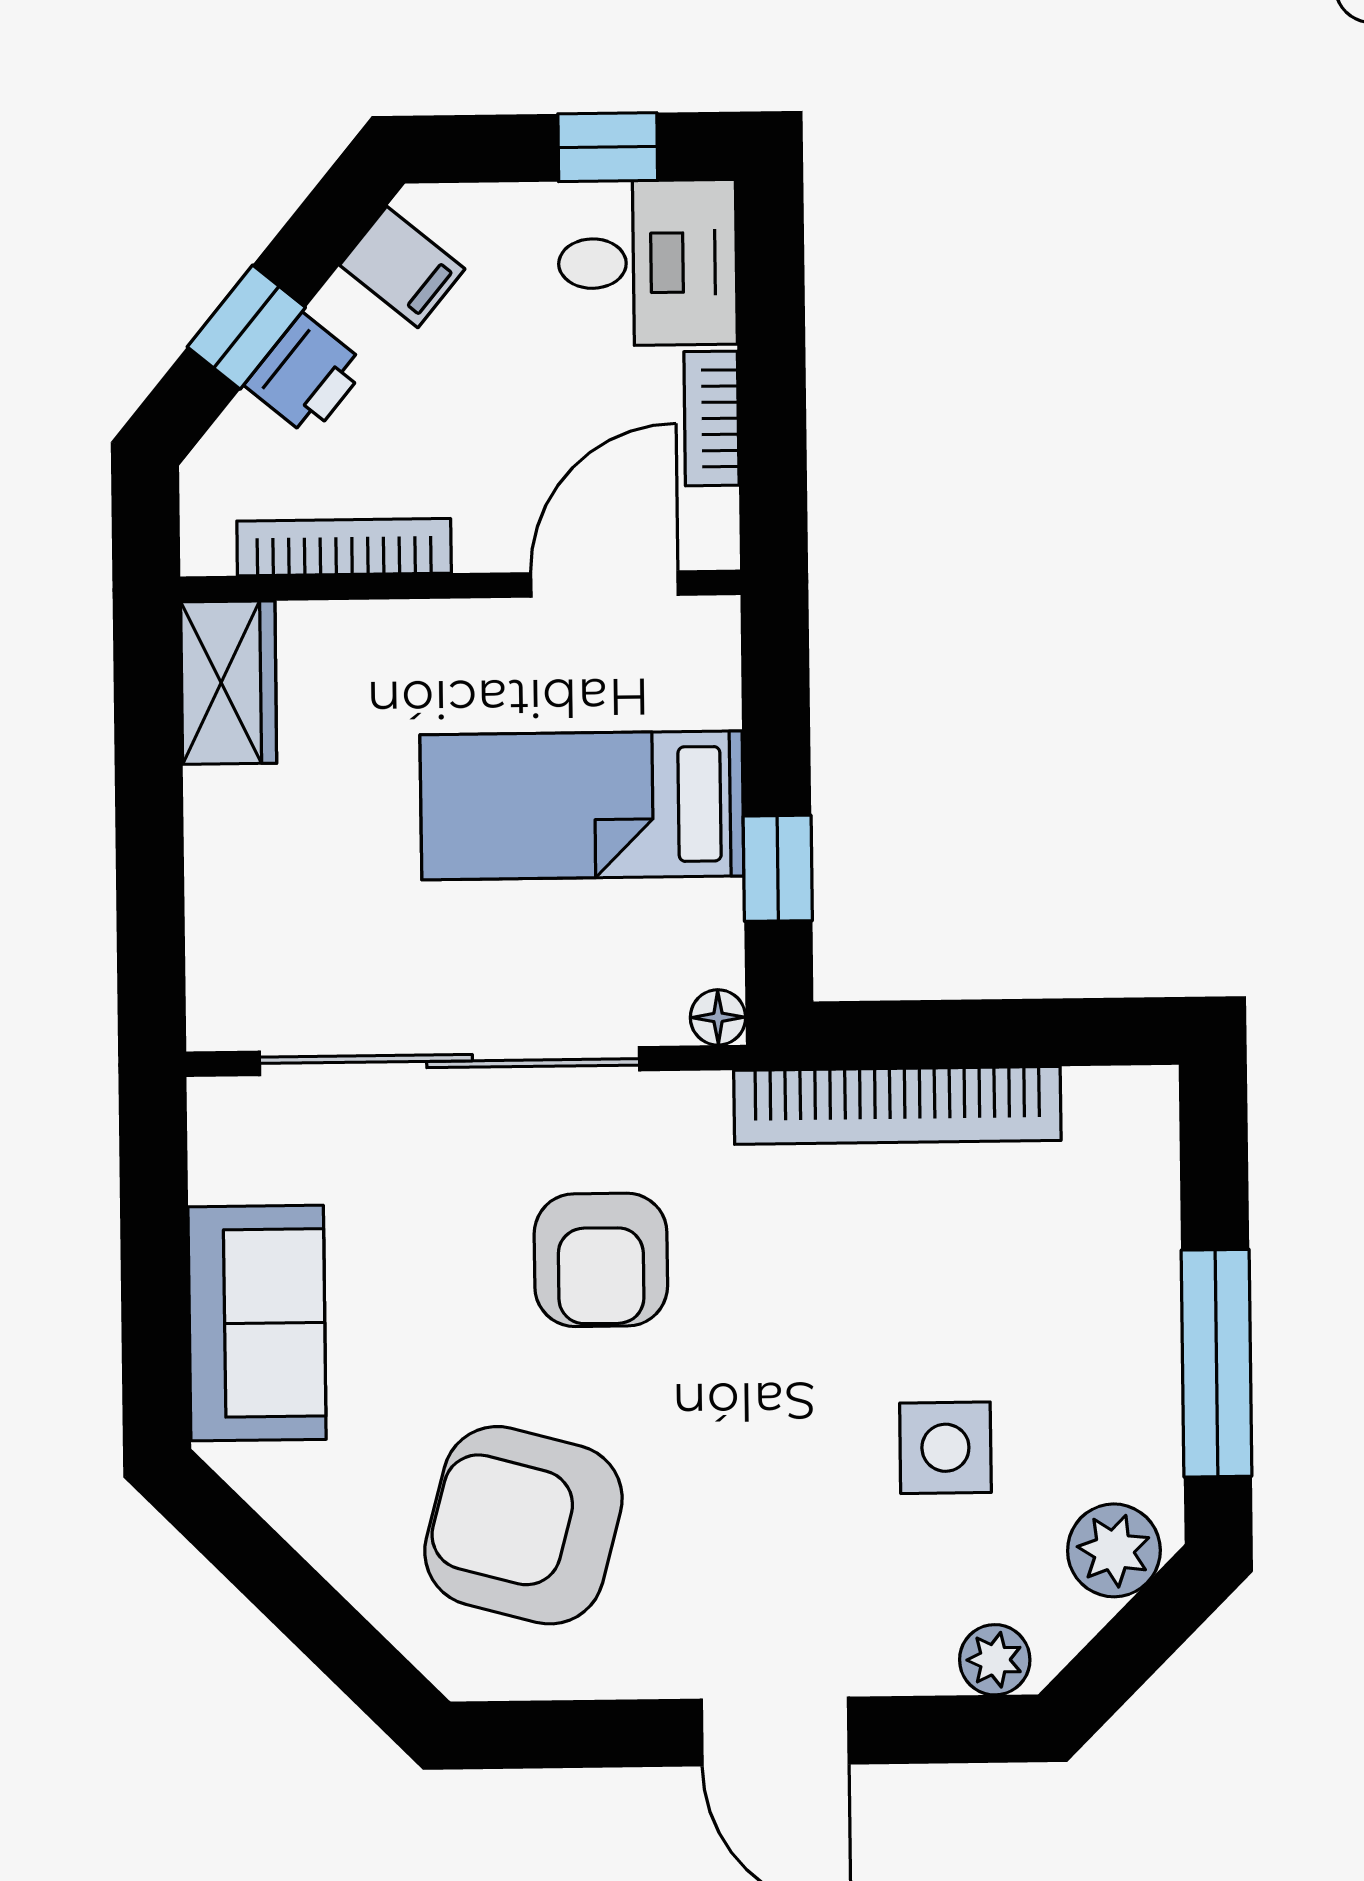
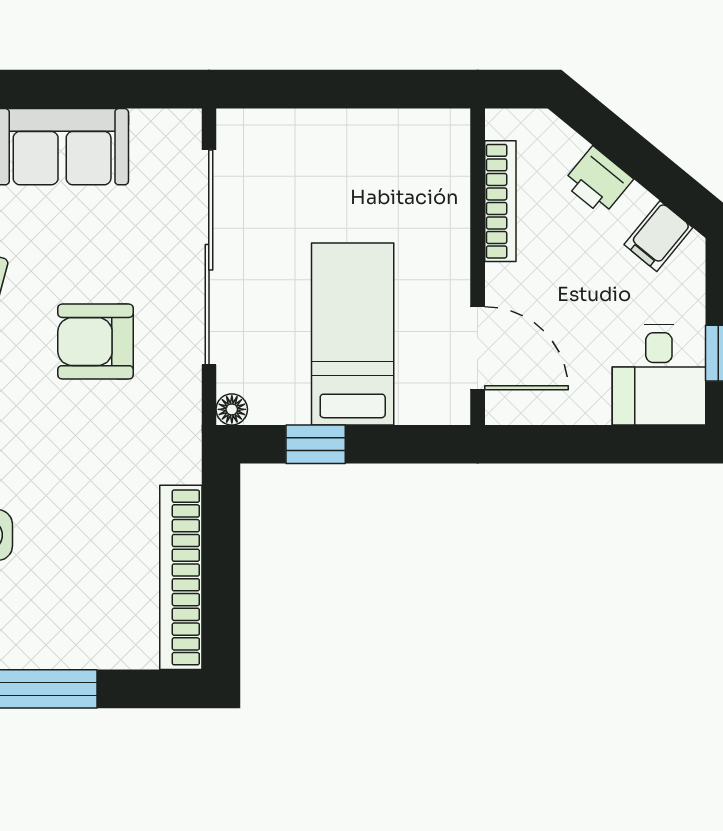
window: (246, 327) -> (625, 147), removed
bookcase: (711, 418) -> (571, 410), removed
wardrobe: (229, 683) -> (425, 135), removed
bookcase: (897, 1105) -> (181, 577), moved

